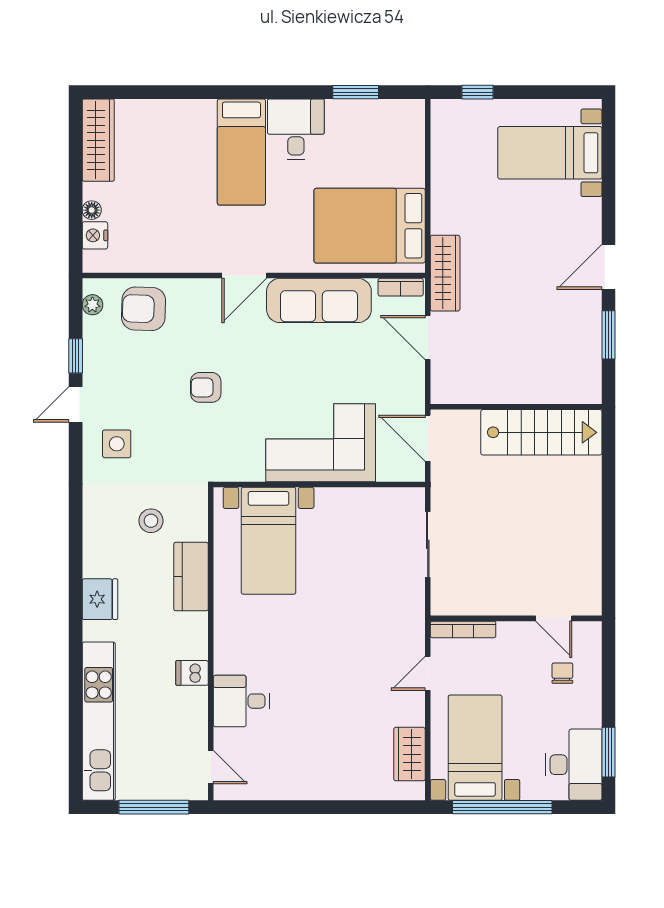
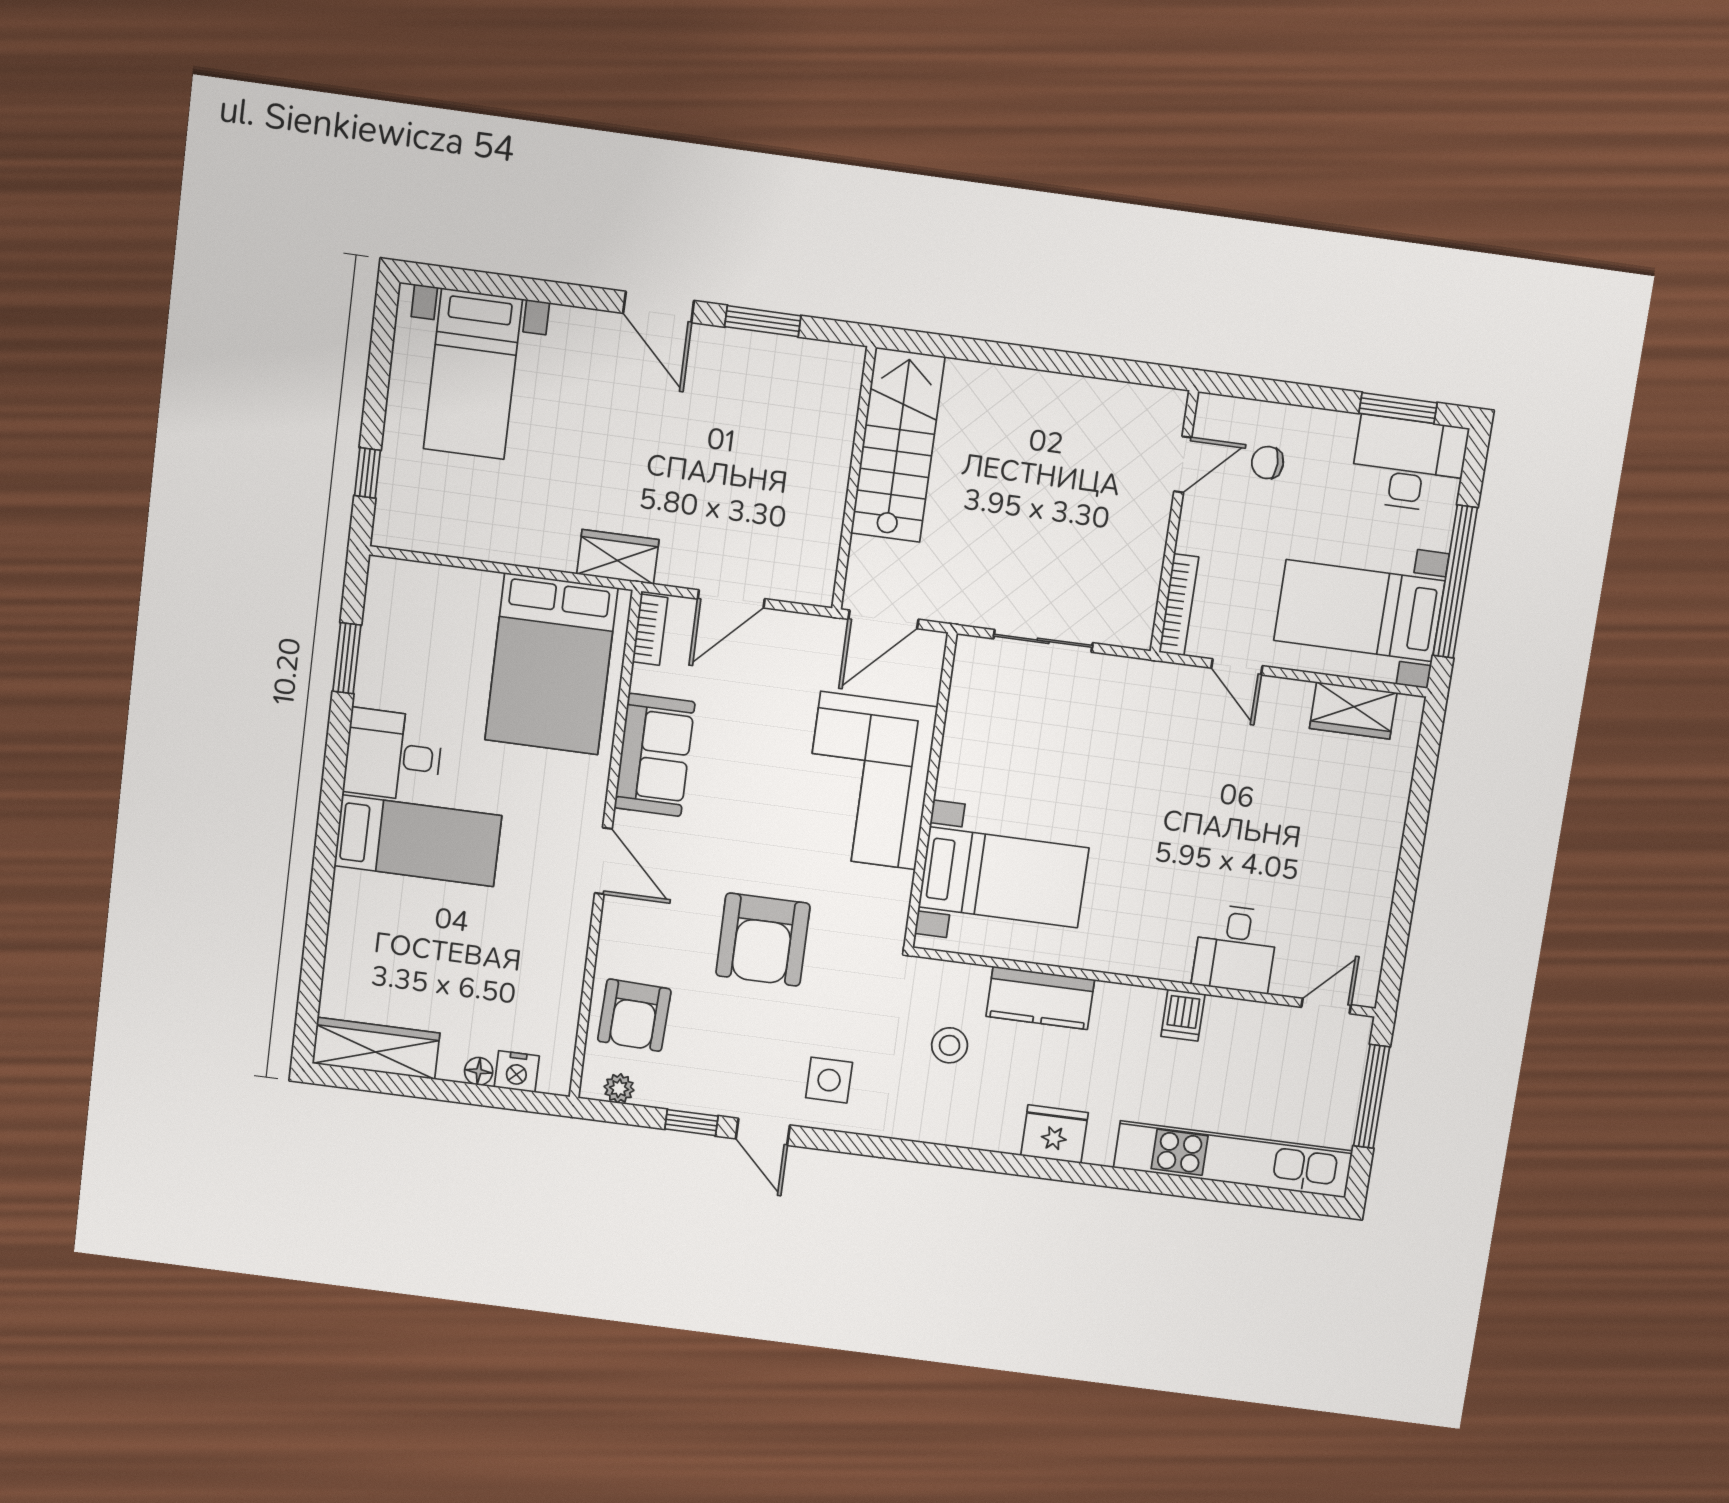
wardrobe: (445, 273) -> (618, 557), width x0.67
sofa: (319, 300) -> (655, 755), width x0.73
armchair: (206, 387) -> (763, 940), width x1.88, depth x1.88

